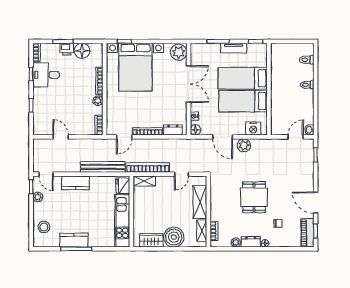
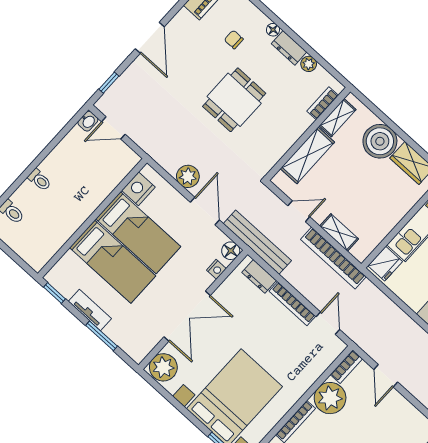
double door: (189, 84) -> (187, 316), swing flipped
plant: (98, 101) -> (330, 398), width x1.87, depth x1.87
nightstand: (253, 128) -> (138, 189), moved, turned -90
door: (61, 137) -> (386, 376), moved
door: (124, 137) -> (328, 323), hinge flipped
bench: (103, 167) -> (257, 242), moved
shelving: (144, 181) -> (339, 232), moved
door: (316, 203) -> (150, 38), moved

